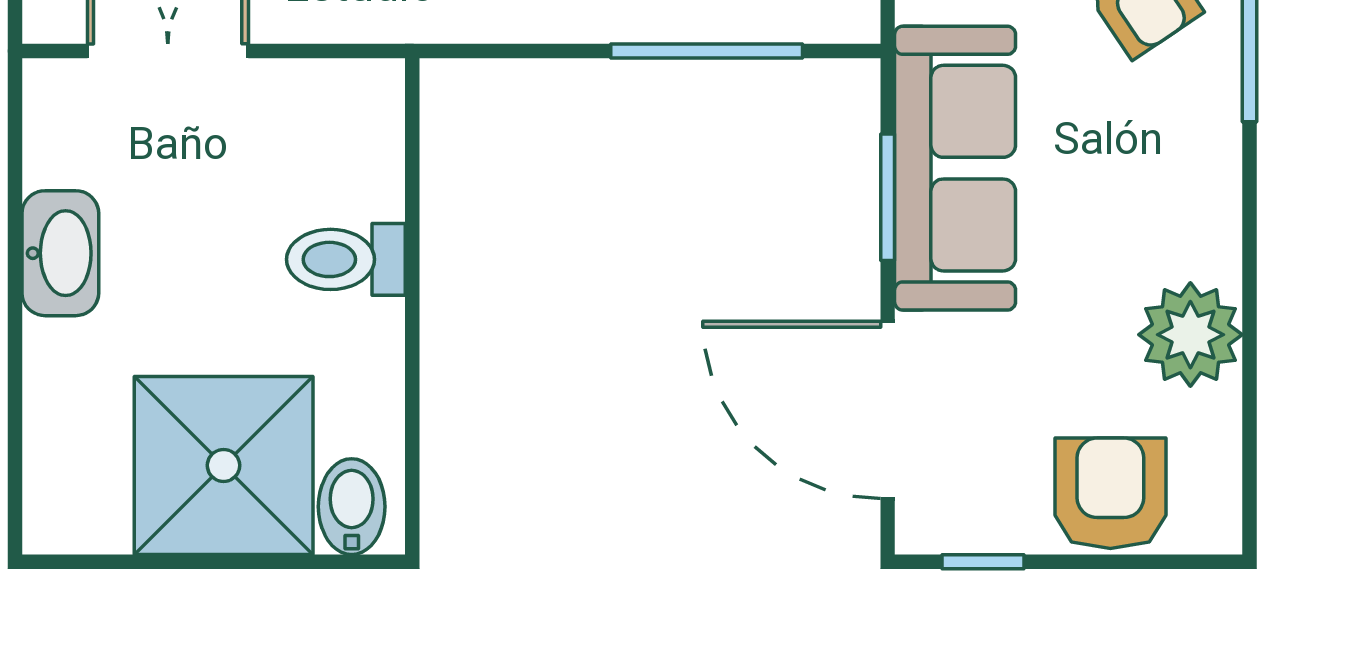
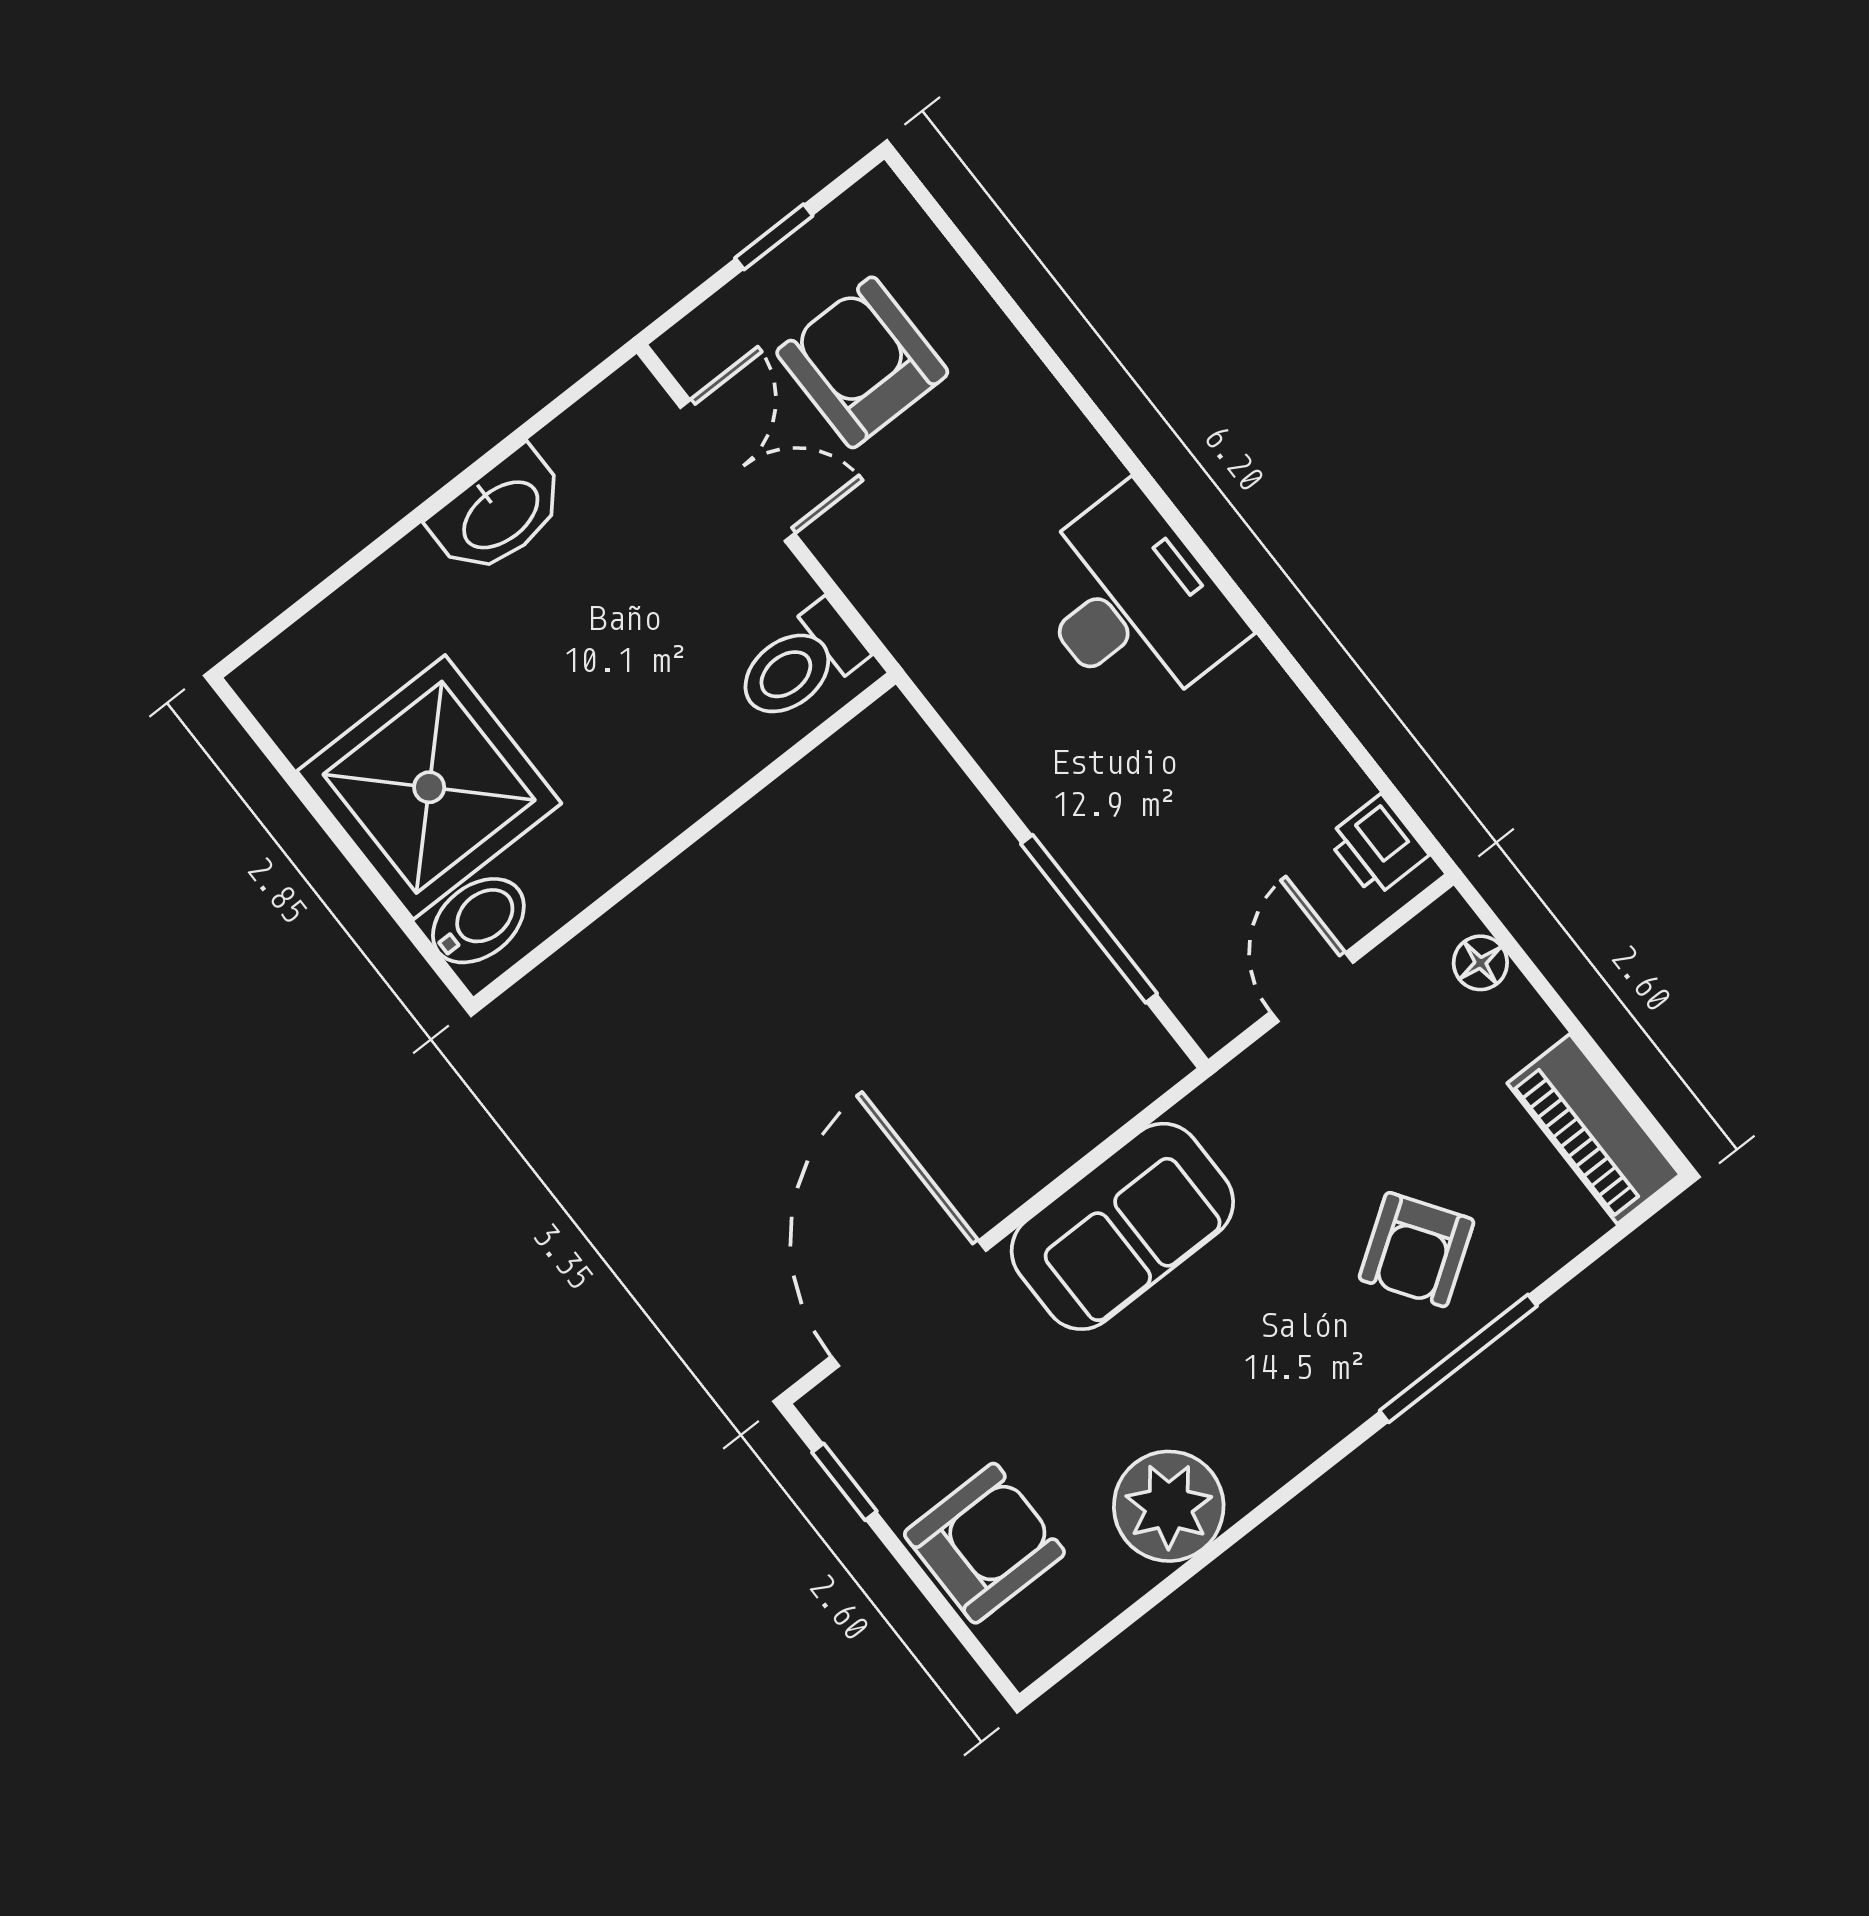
sofa: (955, 168) -> (1122, 1226), width x0.73
window: (888, 197) -> (1085, 1165), removed
toilet: (346, 259) -> (800, 663), moved, turned -90

